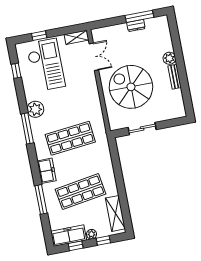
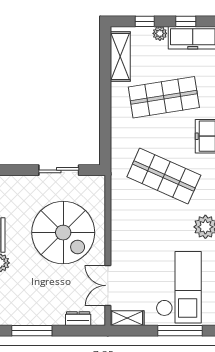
dresser: (136, 25) -> (78, 319), moved
window: (39, 36) -> (180, 331), width x2.17
checkout: (46, 65) -> (179, 287), turned 180
shop shelf: (70, 138) -> (164, 176), turned 30

